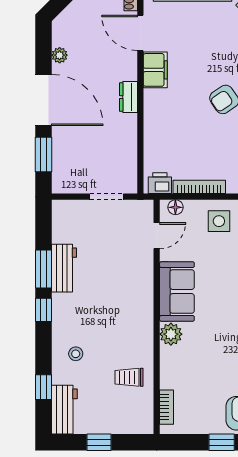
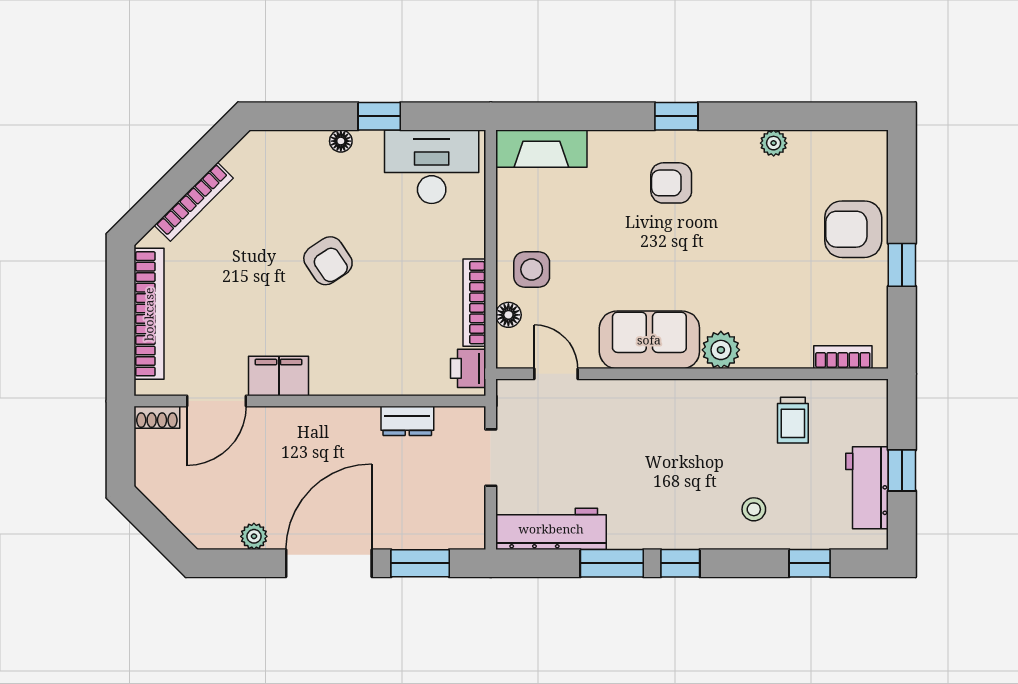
dresser: (128, 97) -> (407, 421), moved
floor lamp: (175, 207) -> (508, 315), moved
workbench: (64, 268) -> (551, 529), moved, width x1.37
workbench: (64, 410) -> (867, 488), moved, turned -90

